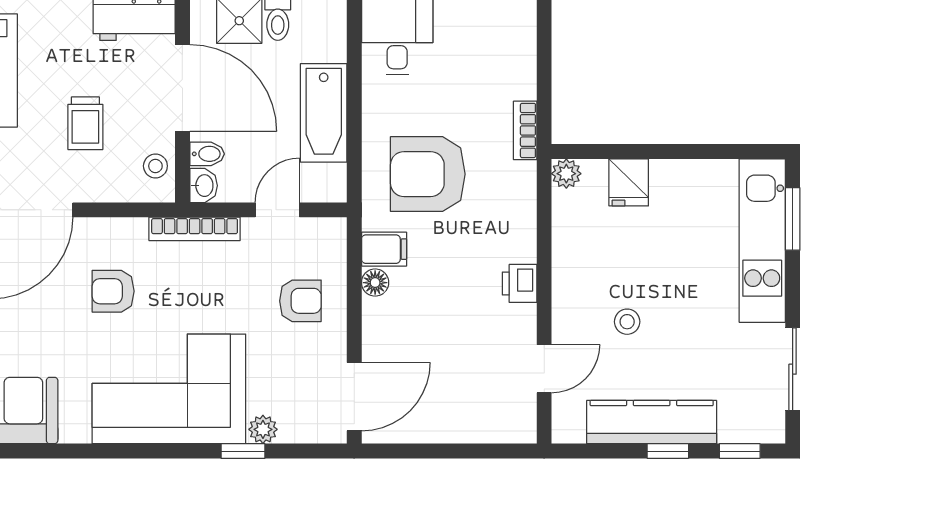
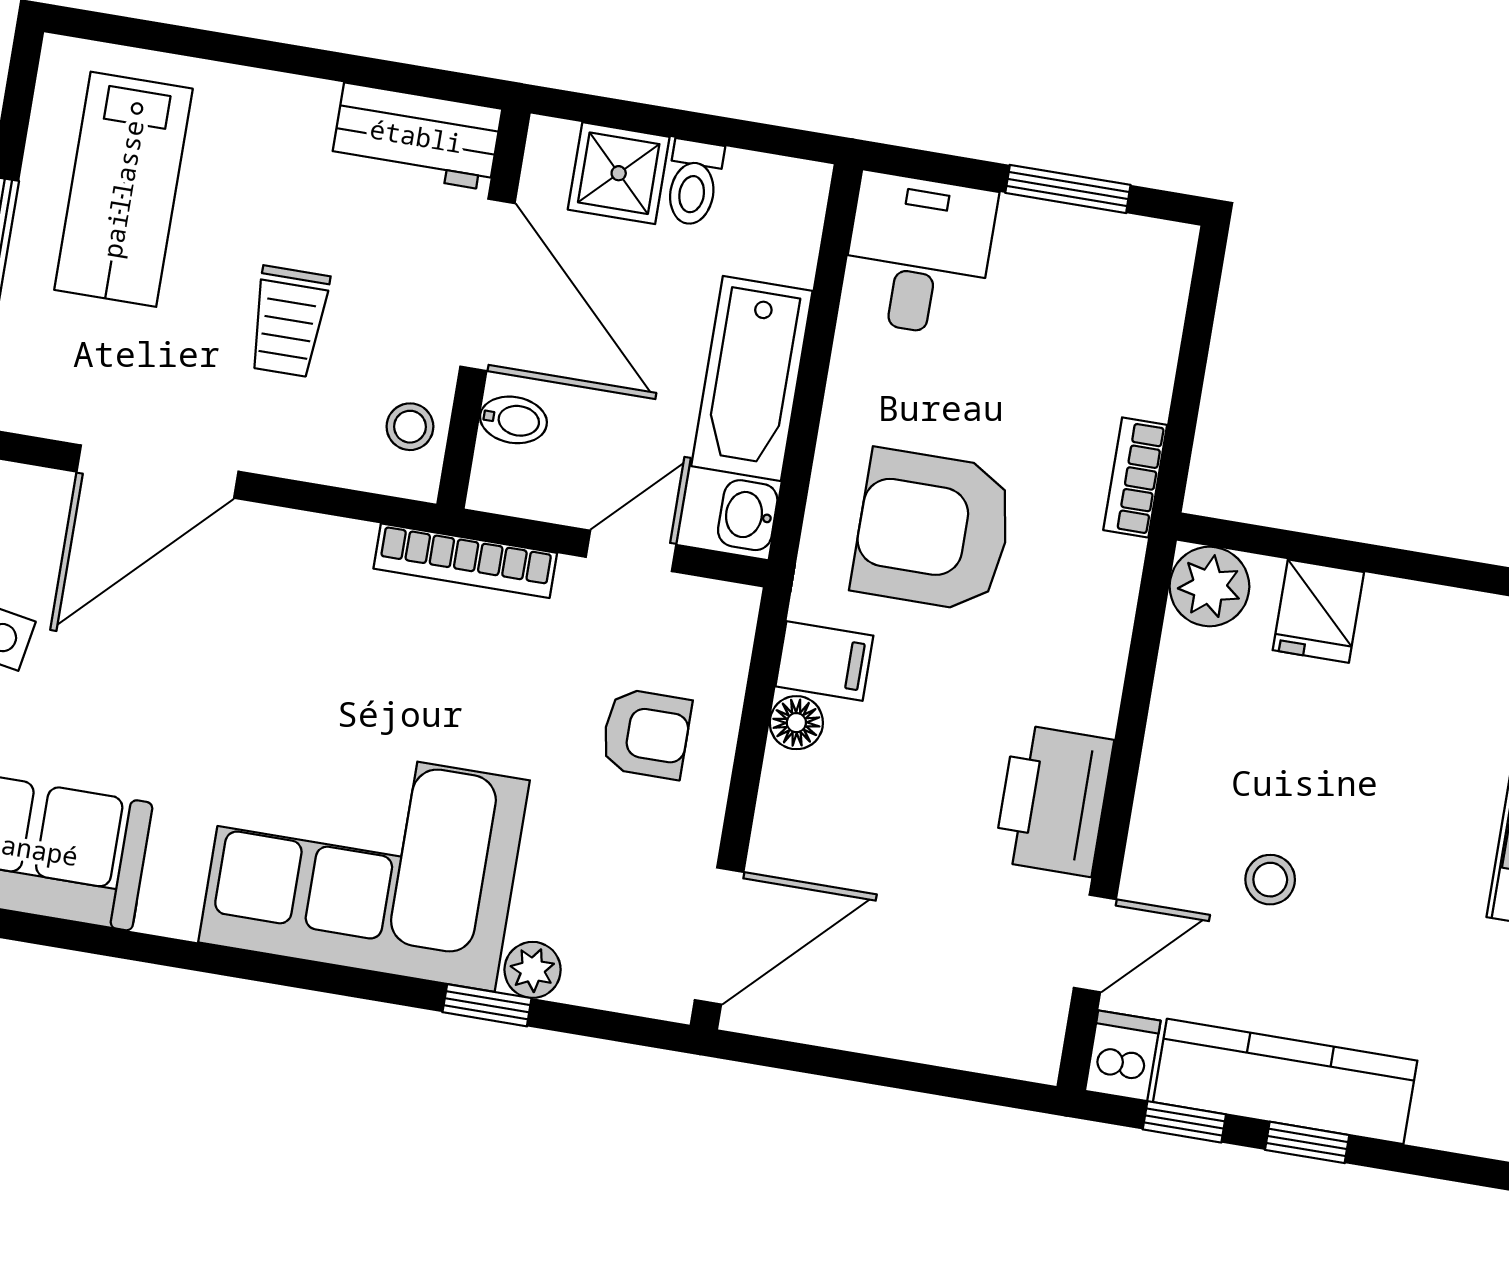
plant: (566, 174) -> (1209, 587), width x1.38, depth x1.38
washbasin: (204, 186) -> (748, 515), moved, turned 180
printer: (520, 283) -> (1054, 800), width x1.87, depth x1.48
armchair: (113, 291) -> (288, 655), removed
dishwasher: (568, 423) -> (1123, 1056), added
window: (740, 451) -> (1184, 1122), moved

